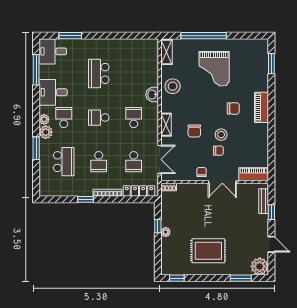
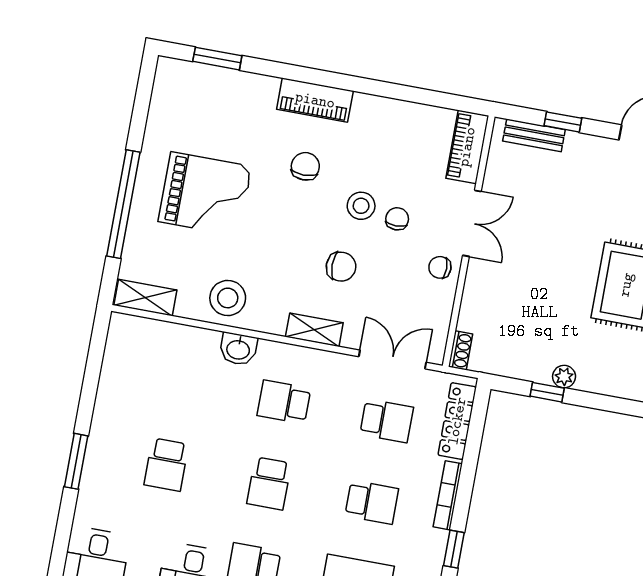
window: (70, 36) -> (76, 461), moved
school desk: (99, 73) -> (166, 465), width x0.54

